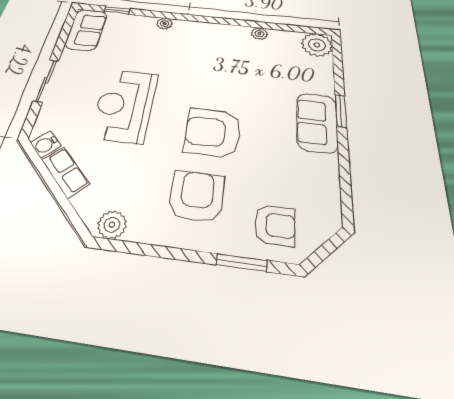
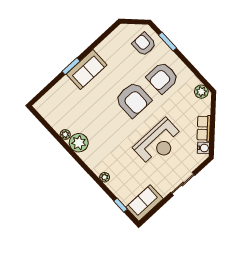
plant: (317, 45) -> (79, 143), moved

